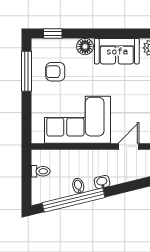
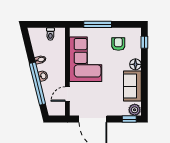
window: (26, 71) -> (98, 24), moved
door: (129, 146) -> (67, 94), swing flipped
window: (74, 200) -> (37, 84), moved

